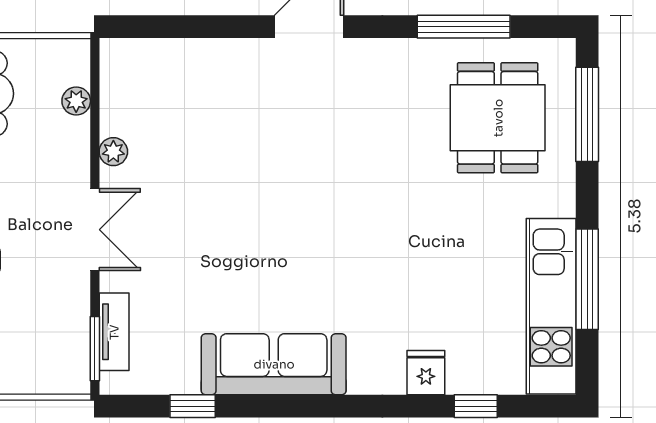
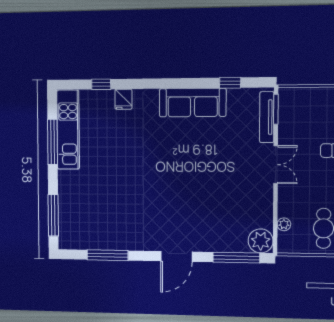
window: (178, 27) -> (236, 258), added
dining table: (498, 118) -> (92, 214), removed
plant: (113, 152) -> (261, 241), moved, width x1.88, depth x1.88
double door: (95, 230) -> (276, 165), swing flipped
tv unit: (114, 332) -> (267, 117), width x1.41

